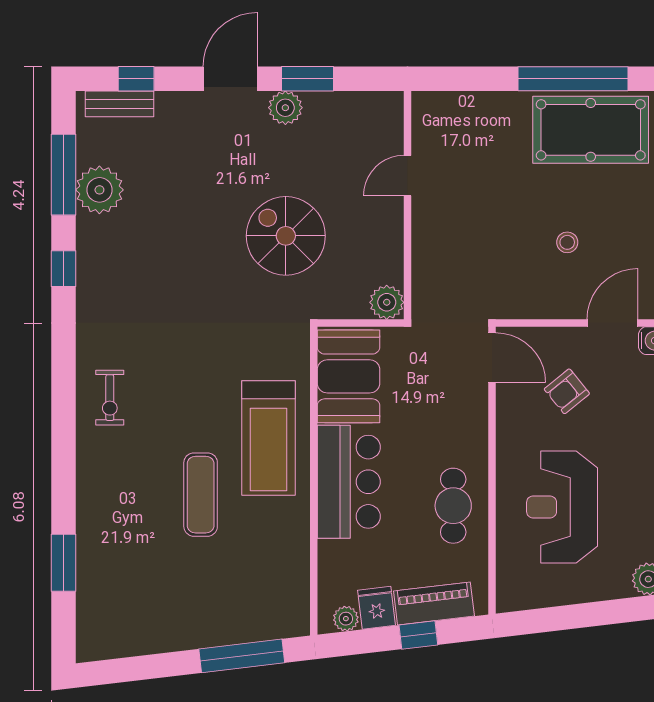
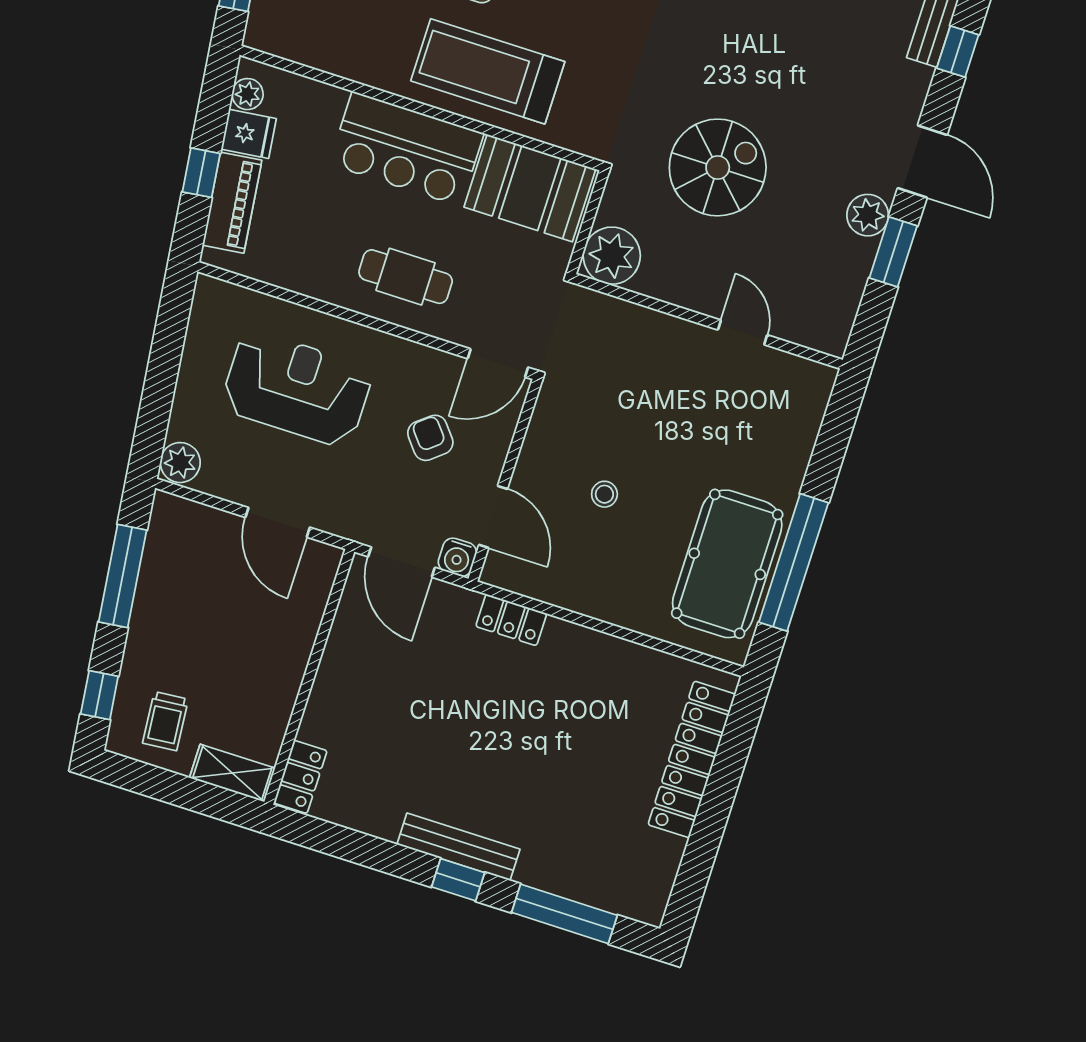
plant: (387, 302) -> (612, 256), width x1.36, depth x1.36
cafe table: (453, 506) -> (406, 277), moved

